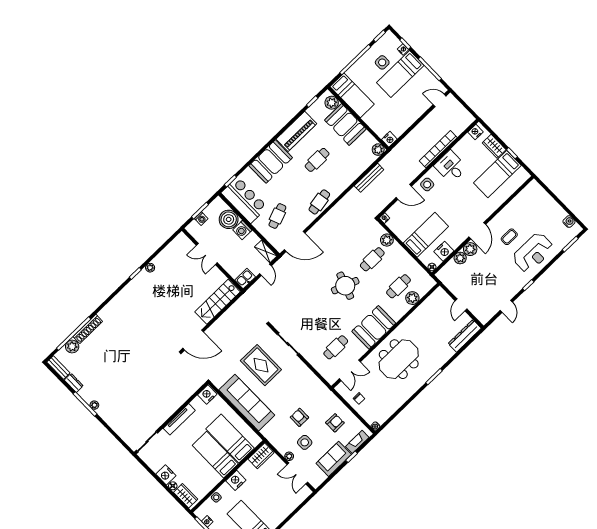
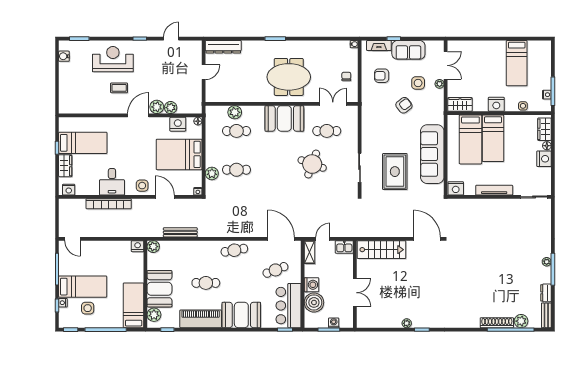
bed: (426, 235) -> (179, 154), width x1.50
round table: (345, 286) -> (312, 164), moved
armchair: (299, 417) -> (404, 105), turned -128

